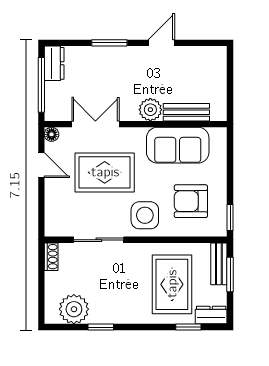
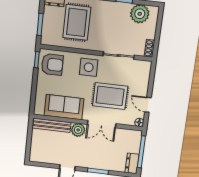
bench: (186, 112) -> (52, 125), width x1.36
double door: (95, 124) -> (102, 124), moved
armchair: (191, 201) -> (52, 65), moved
bench: (219, 264) -> (46, 32), removed

